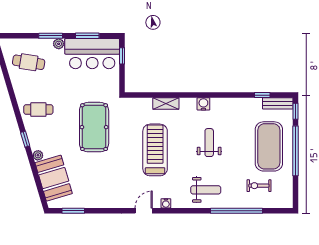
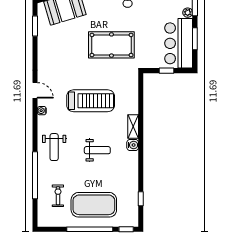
window: (122, 56) -> (166, 71), moved
shelving: (166, 103) -> (133, 126), moved
bench: (278, 103) -> (133, 213), removed

